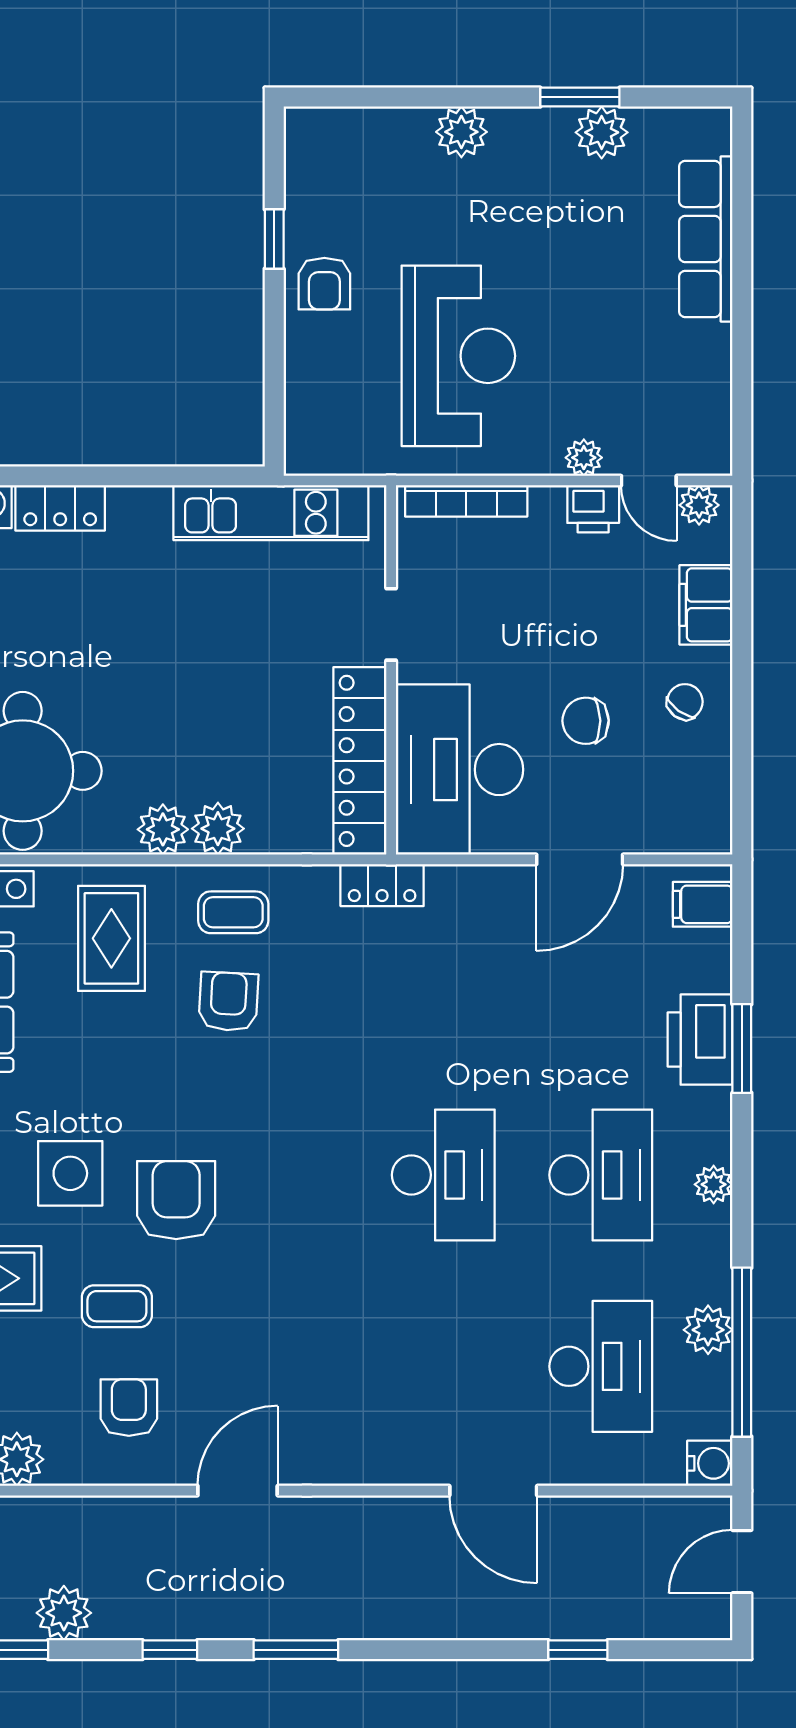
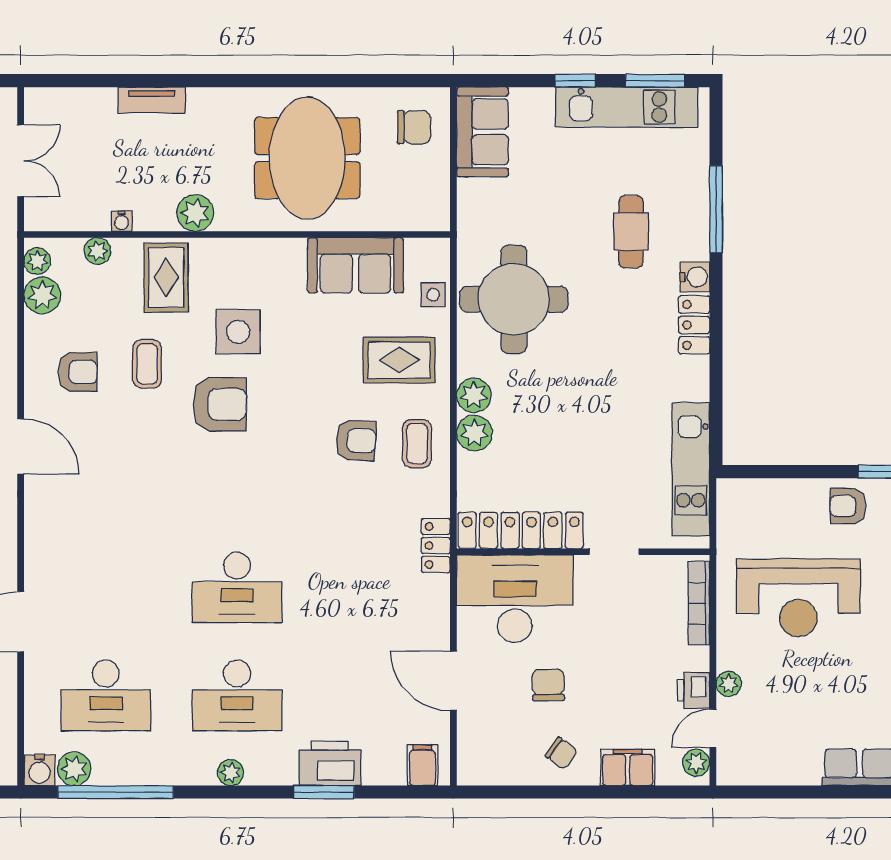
plant: (708, 1330) -> (74, 769), moved

